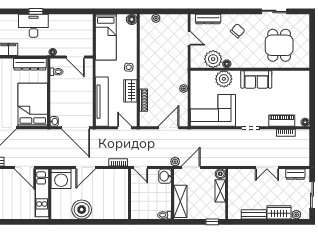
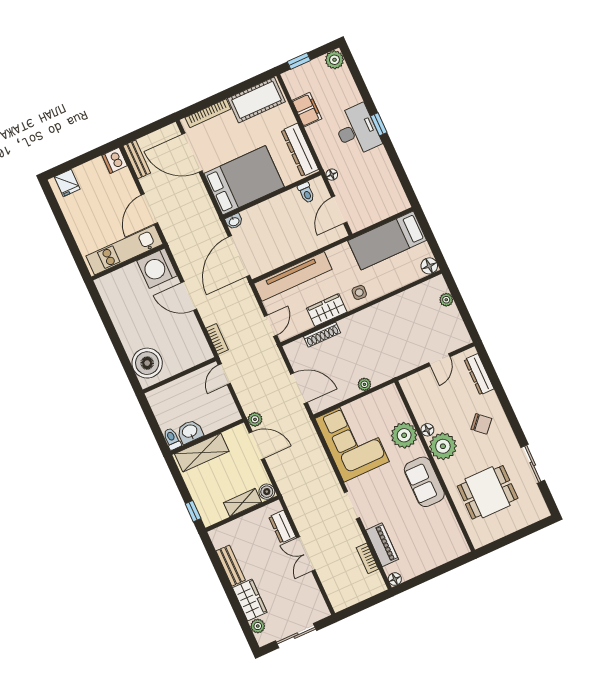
plant: (213, 59) -> (443, 446), moved
dresser: (295, 174) -> (282, 527), moved
washbasin: (165, 176) -> (190, 432), moved
boiler: (82, 210) -> (147, 363), moved

